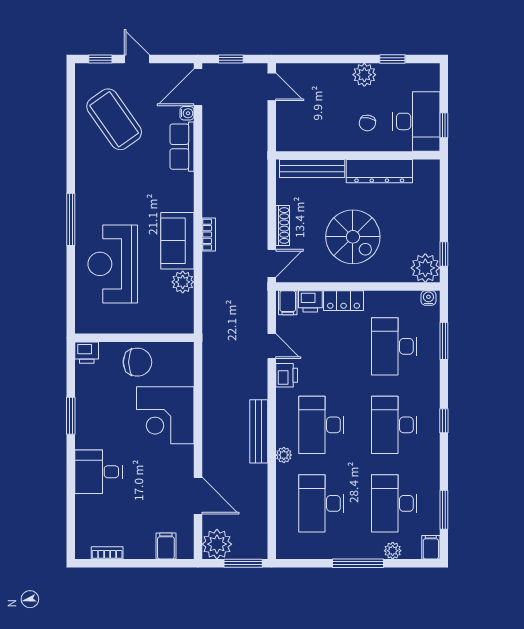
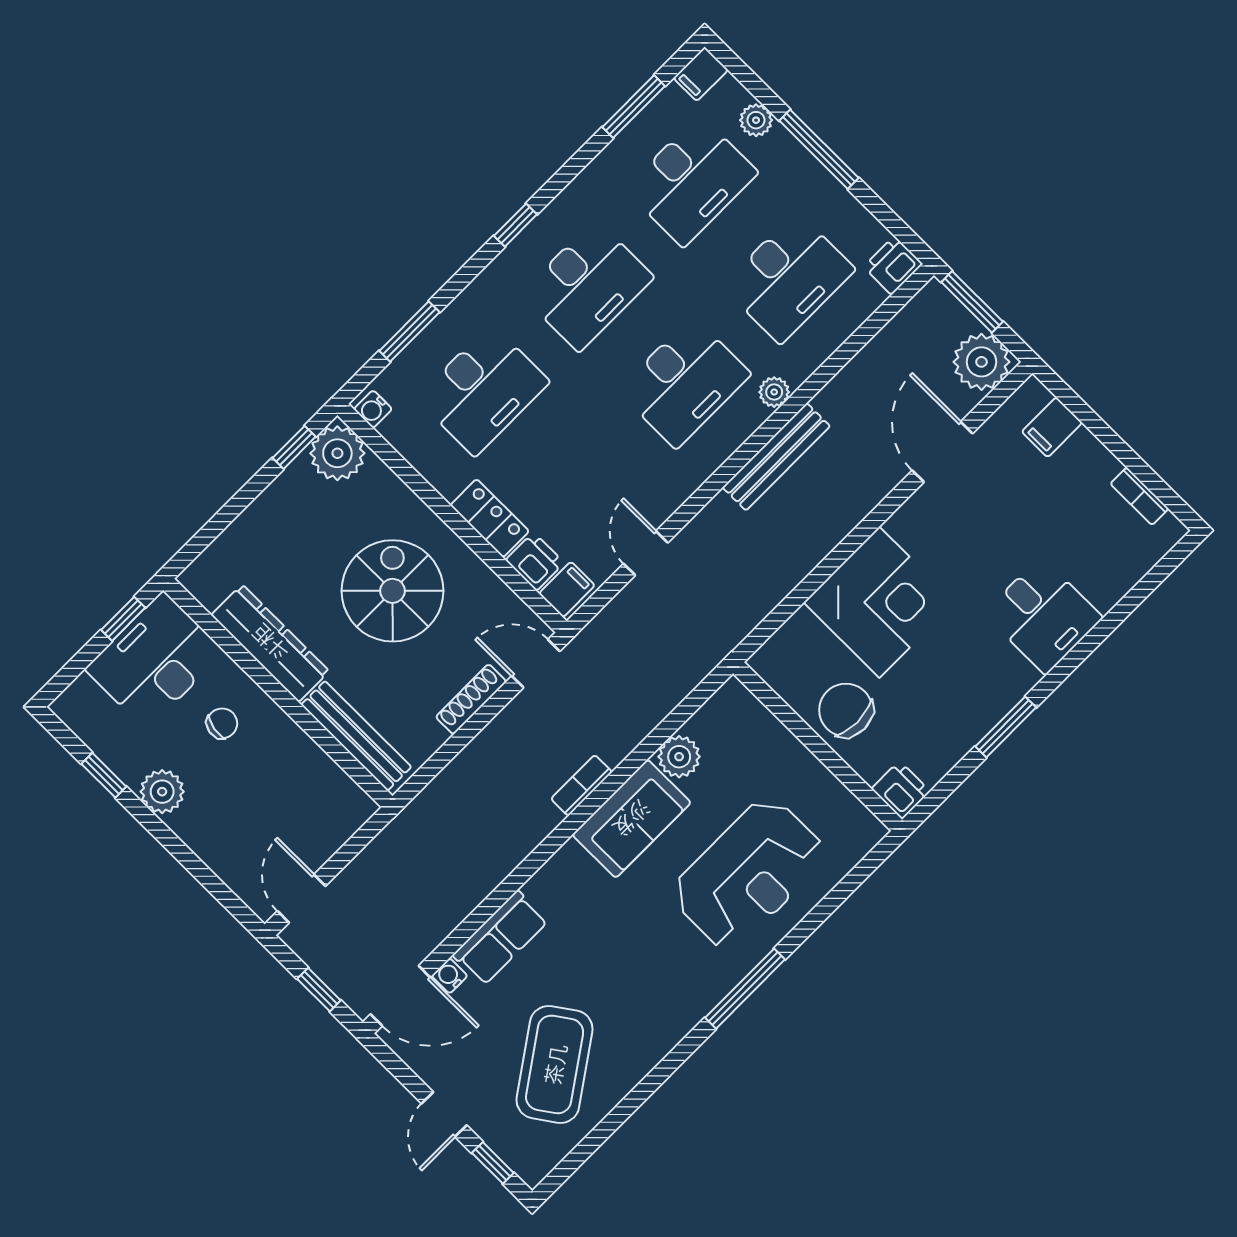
printer: (287, 375) -> (893, 265), moved

